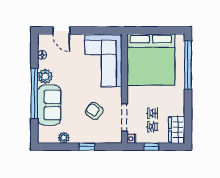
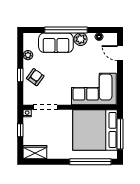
door: (61, 30) -> (120, 53), hinge flipped
window: (155, 30) -> (120, 134), added
armchair: (94, 111) -> (35, 77), moved

